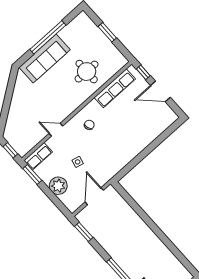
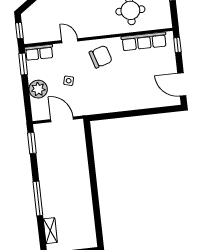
door: (160, 91) -> (182, 85), moved
chair: (89, 125) -> (101, 57), width x1.87, depth x1.87
door: (94, 196) -> (62, 119), hinge flipped

